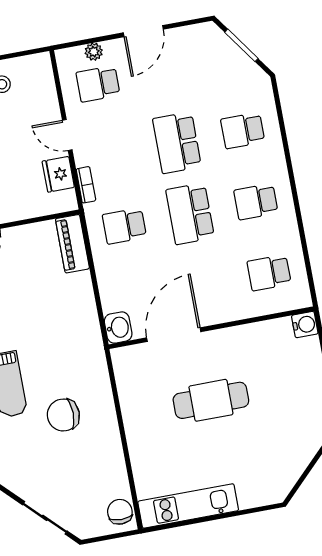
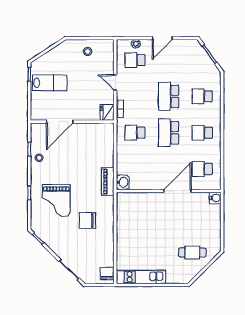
fridge: (58, 174) -> (107, 112), moved
piano: (72, 244) -> (108, 181), moved
door: (174, 335) -> (178, 191), moved
cafe table: (211, 400) -> (192, 253), moved, width x0.73, depth x0.74

